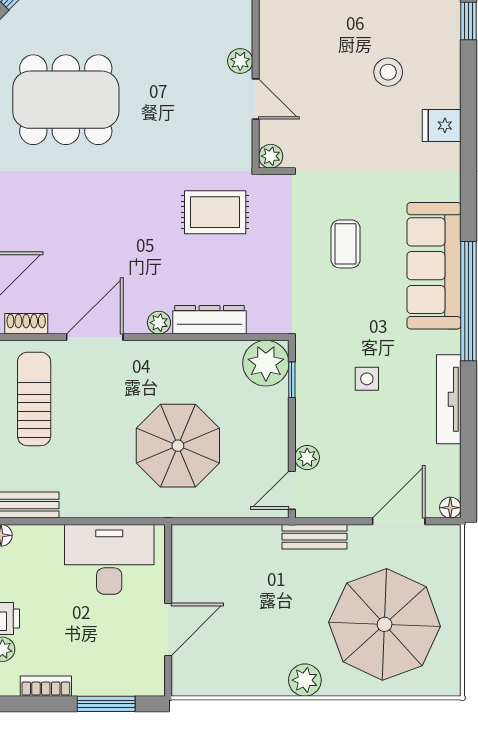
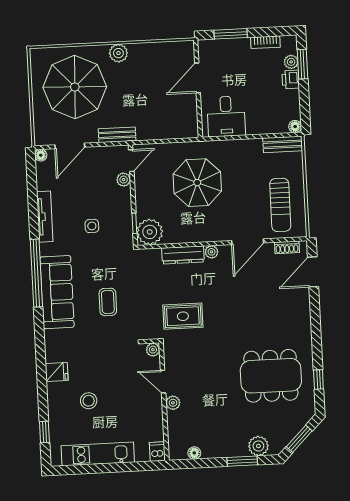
desk: (109, 559) -> (226, 116), width x0.73

